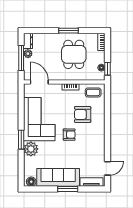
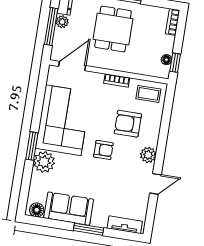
dining table: (74, 54) -> (113, 29), moved
door: (39, 82) -> (72, 66), hinge flipped
plant: (100, 133) -> (148, 155), added
door: (107, 168) -> (155, 184), moved
sofa: (58, 177) -> (69, 209), width x0.73

